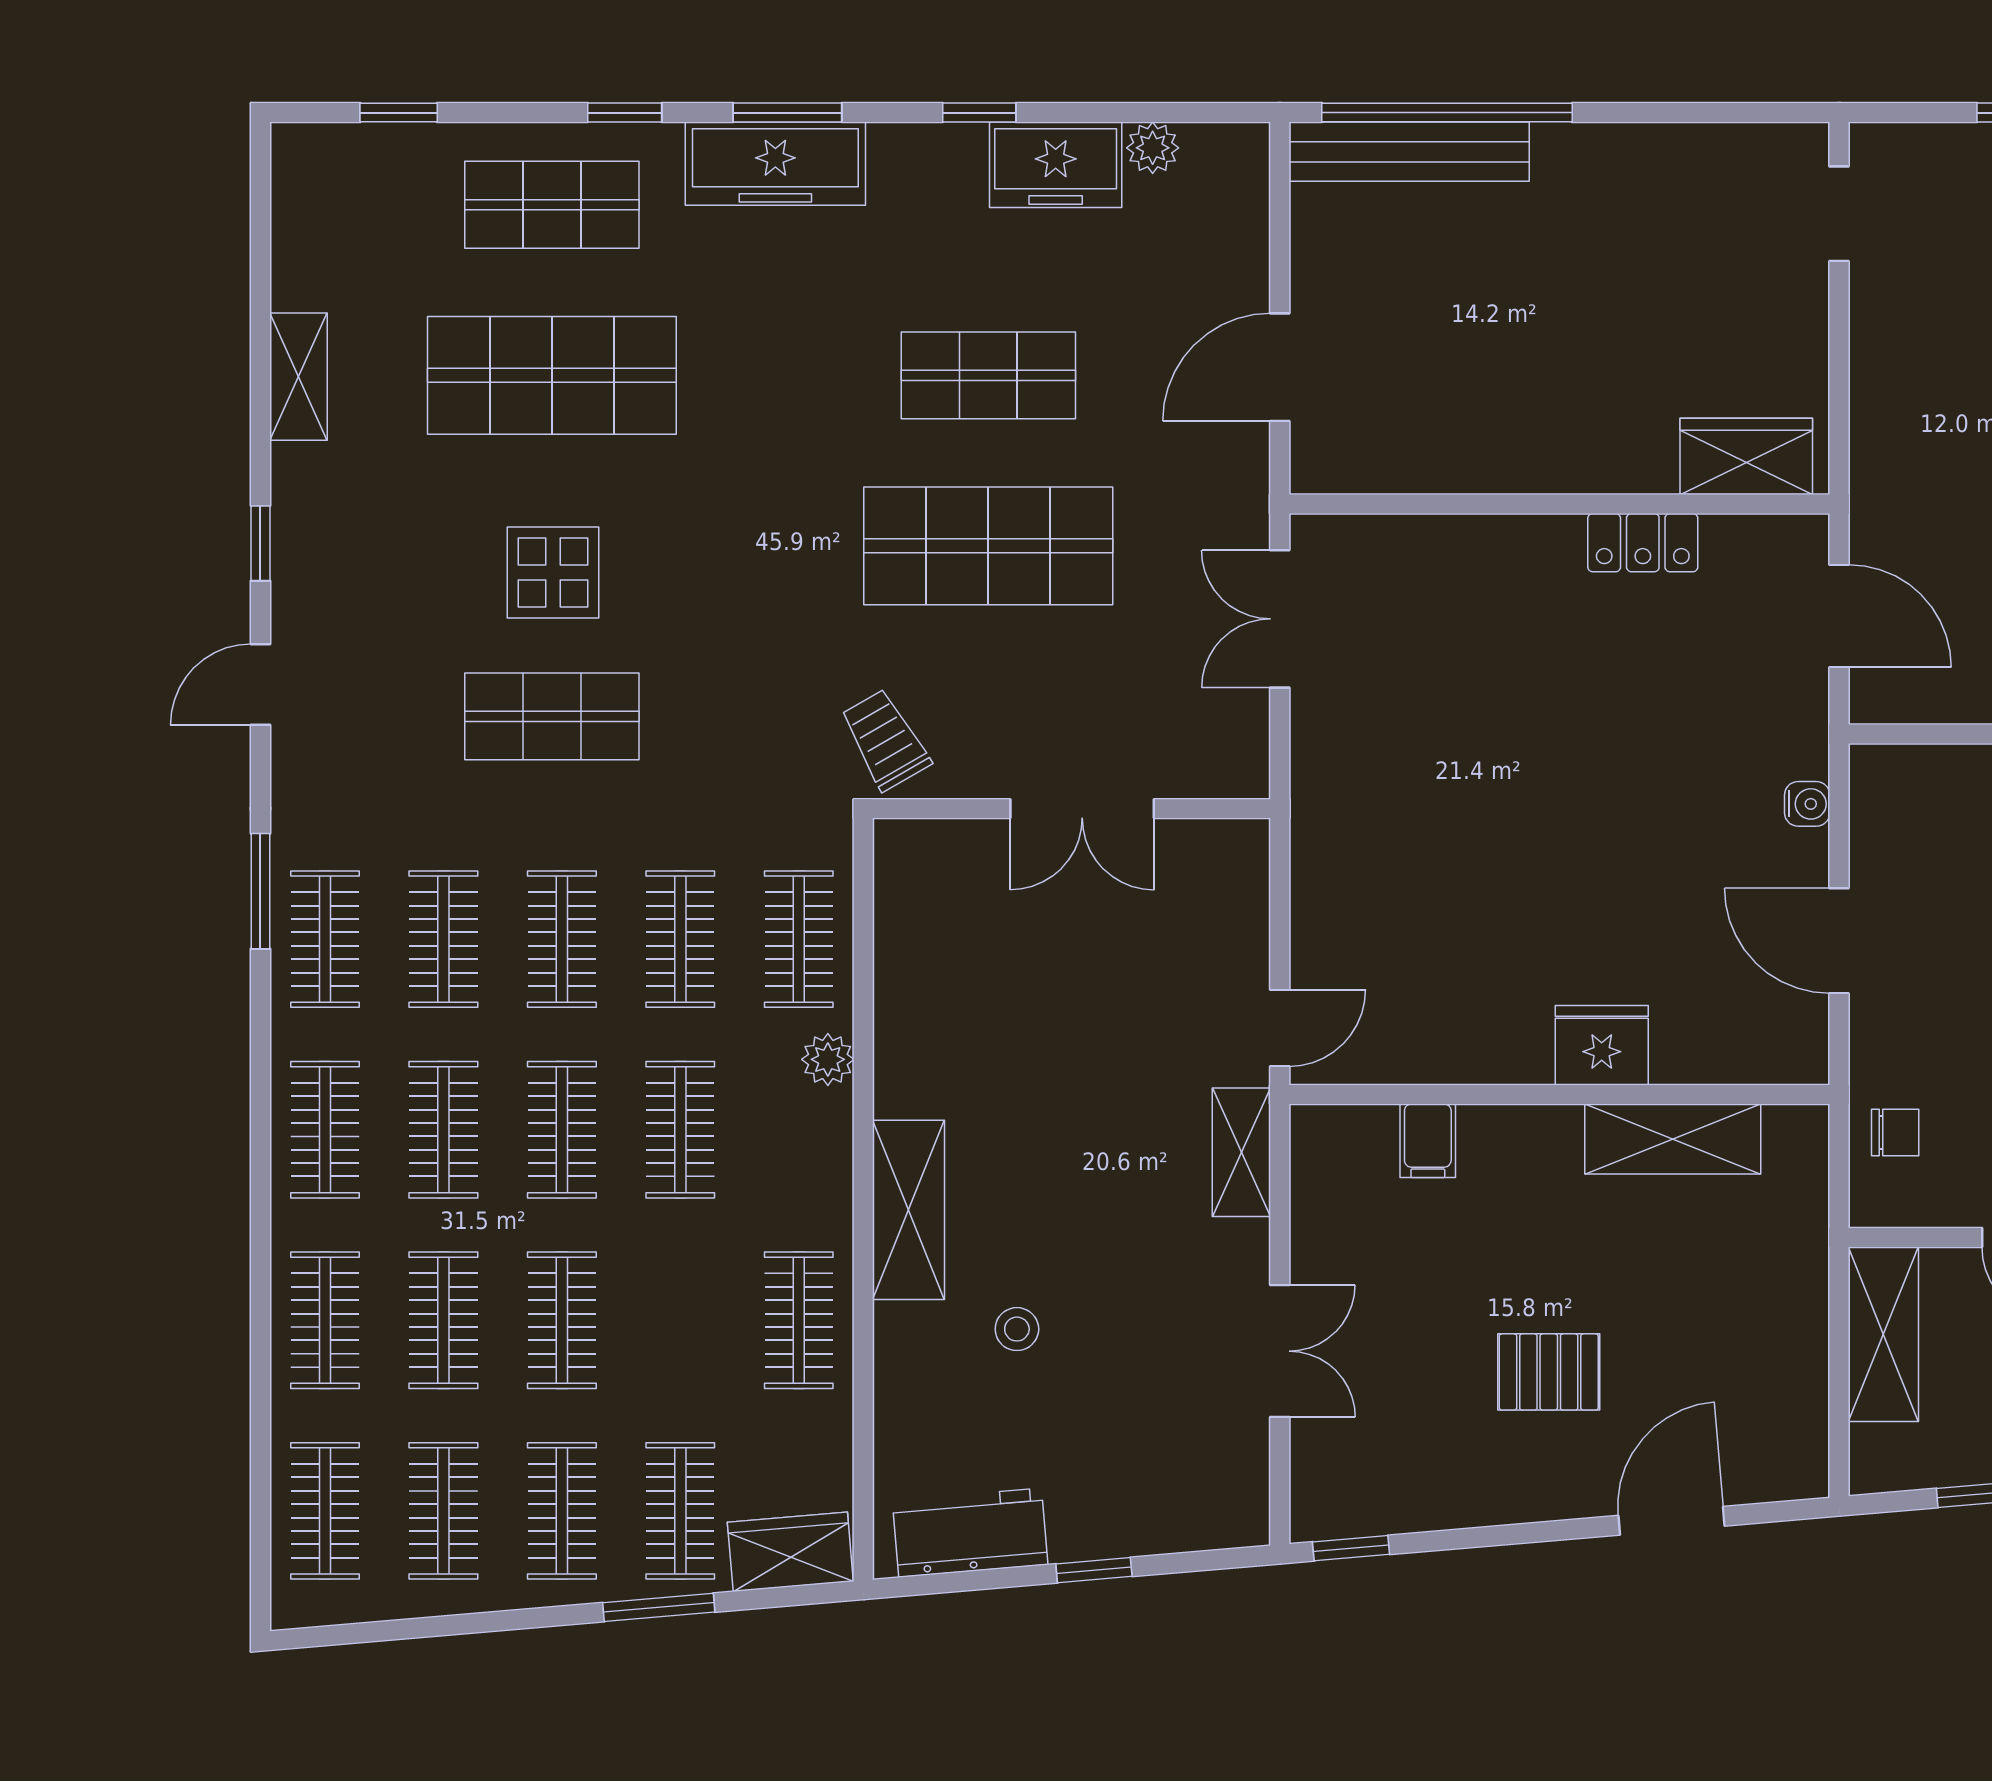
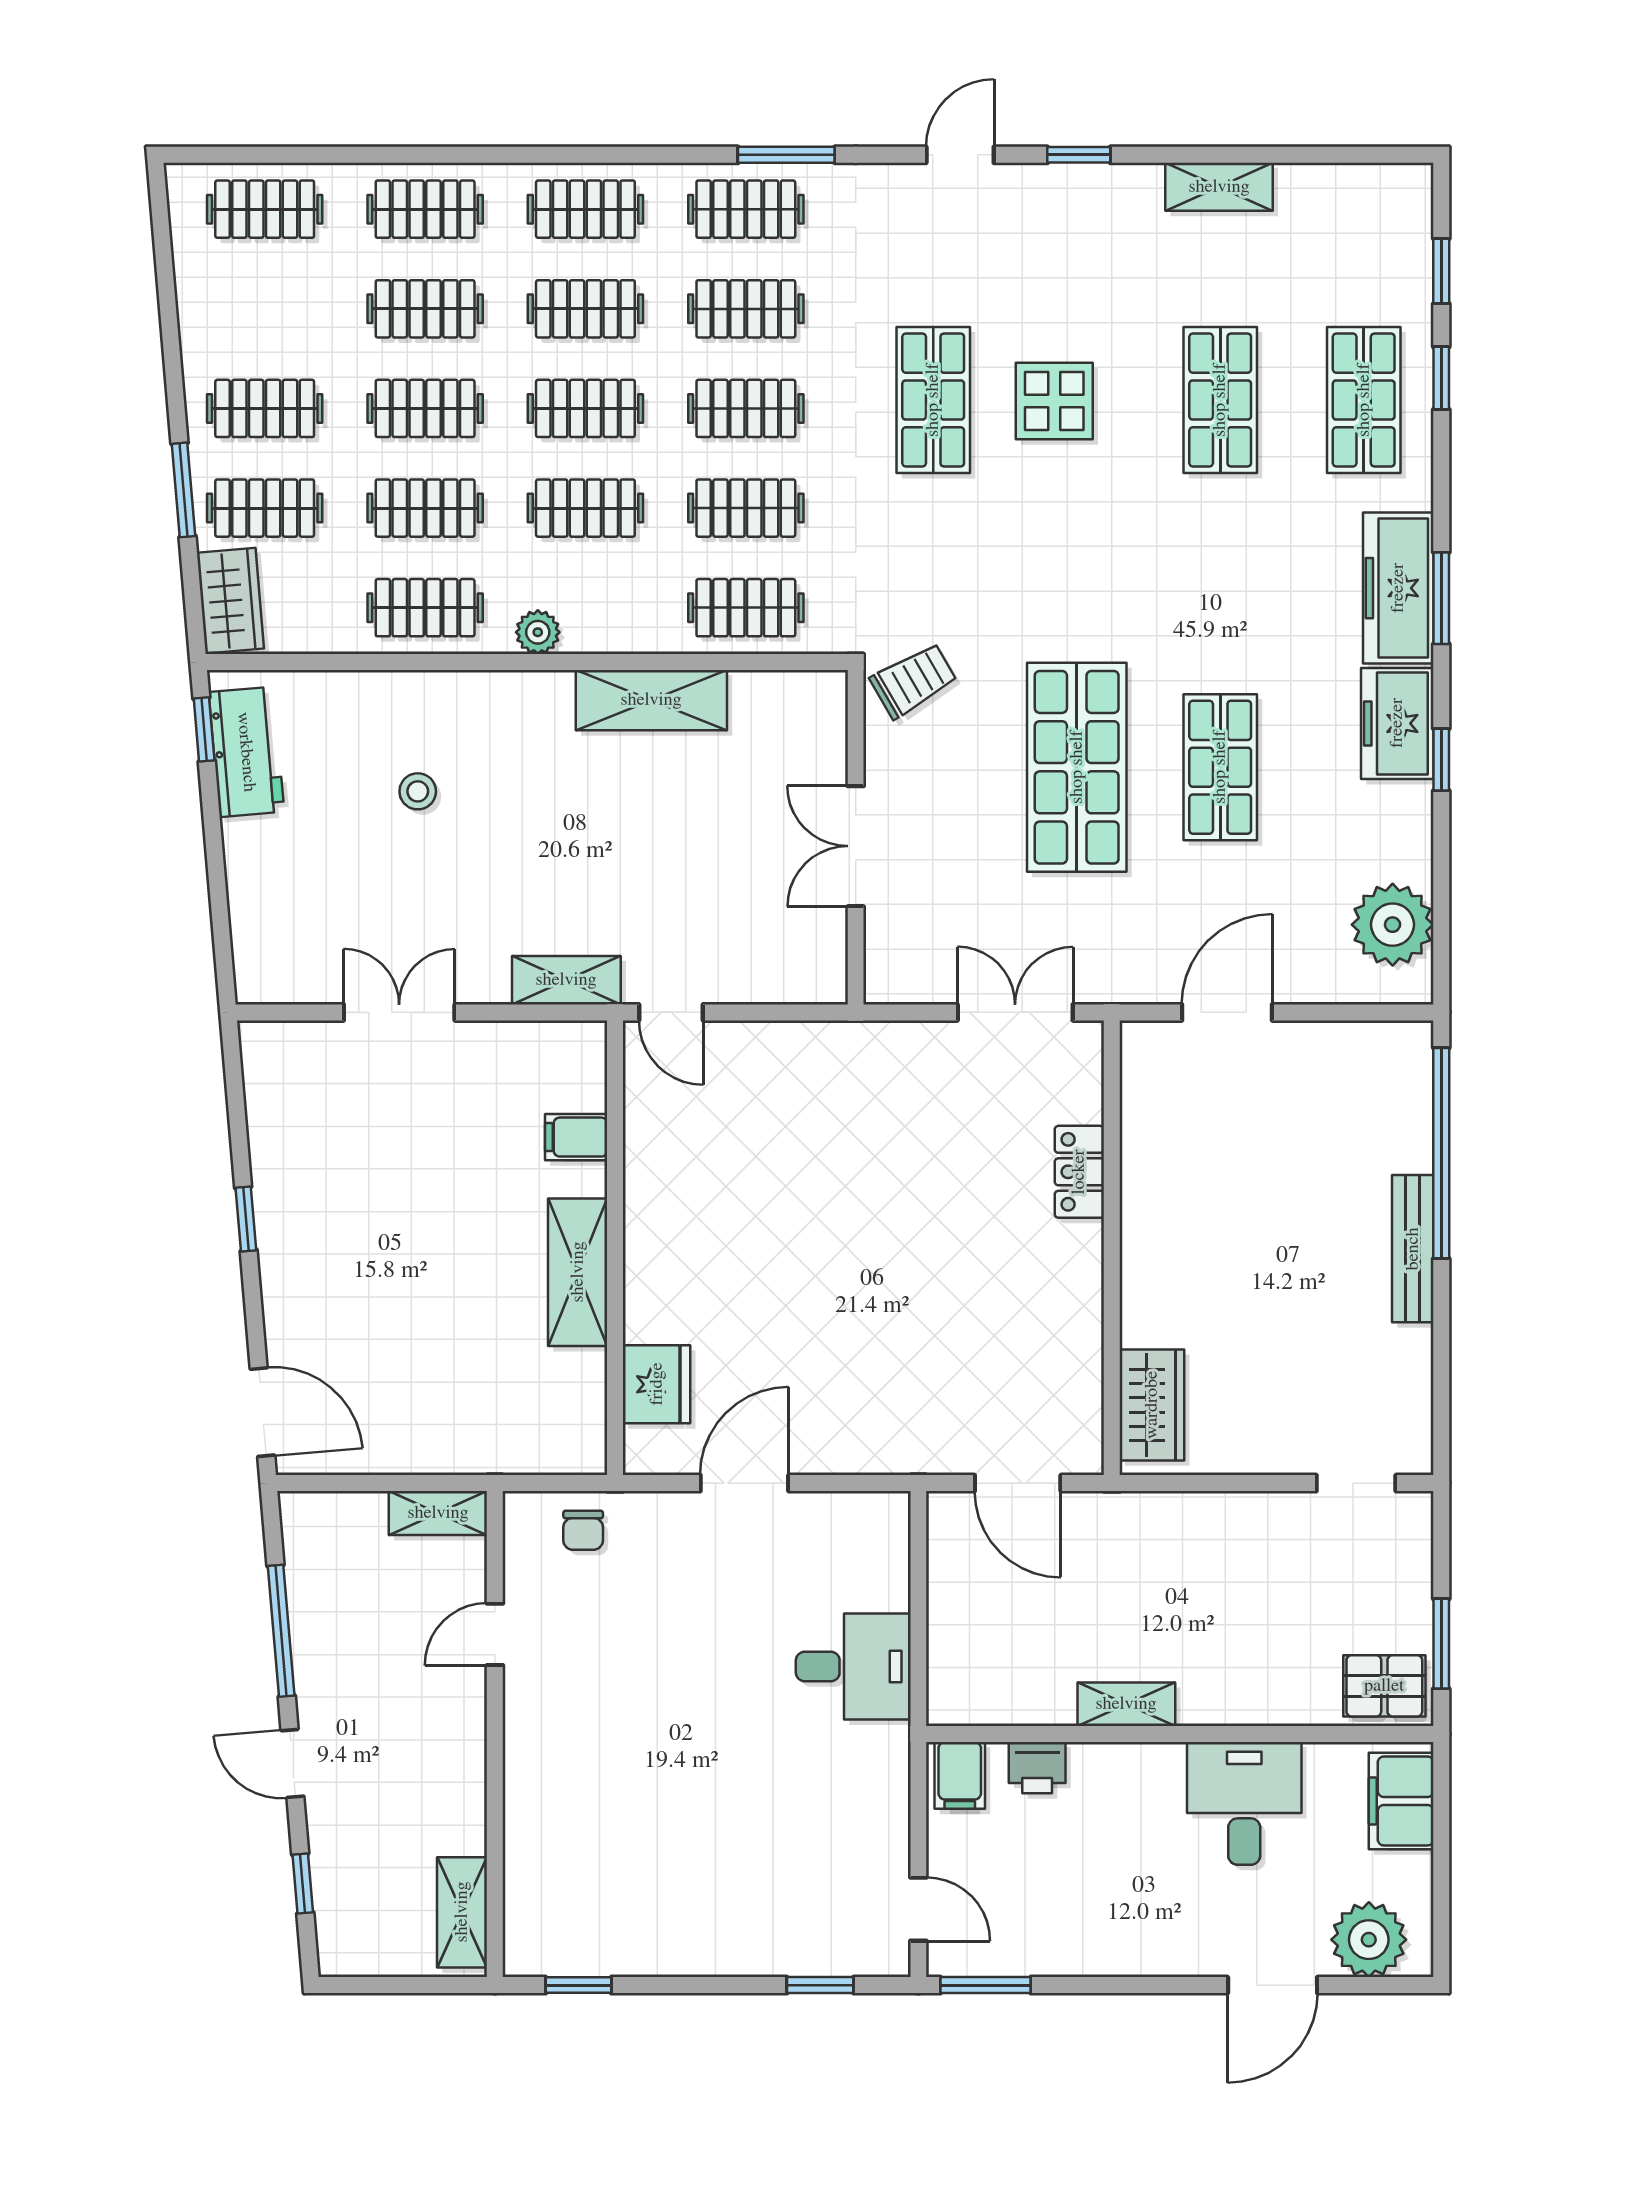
window: (625, 113) -> (1441, 378), moved
plant: (1153, 148) -> (1393, 925), width x1.87, depth x1.87
bench: (1409, 152) -> (1413, 1249), moved, width x0.73, depth x0.82
freezer: (1056, 165) -> (1397, 723), moved
door: (1280, 367) -> (1227, 1012), hinge flipped
shop shelf: (552, 375) -> (1220, 400), width x0.70, depth x0.74
locker: (1643, 543) -> (1079, 1172), moved
door: (1839, 616) -> (1018, 1483), hinge flipped
door: (260, 684) -> (960, 155), hinge flipped
water cooler: (1807, 804) -> (860, 1456), removed
fridge: (1602, 1045) -> (657, 1384), moved
plant: (828, 1059) -> (538, 632), moved
shelving: (1673, 1139) -> (578, 1272), moved
shelving: (909, 1210) -> (651, 700), moved
shelving: (1883, 1334) -> (438, 1513), width x0.67, depth x0.75
double door: (1280, 1351) -> (399, 1012), swing flipped
pallet: (1549, 1372) -> (382, 1239), removed
clothes rail: (443, 1511) -> (425, 508), moved
door: (1671, 1521) -> (262, 1412), moved
window: (1351, 1548) -> (246, 1219), moved
window: (1094, 1570) -> (204, 729), moved

